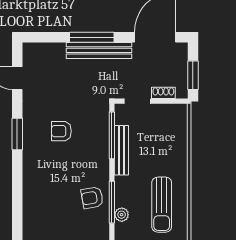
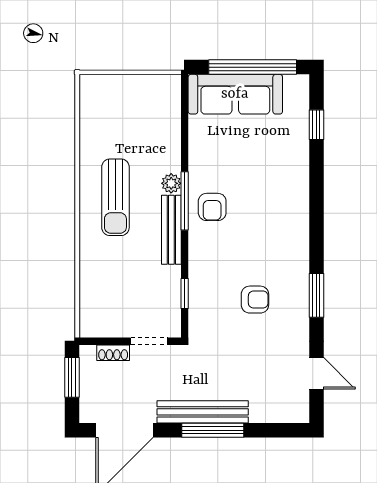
window: (112, 135) -> (185, 293), width x0.46
bench: (121, 150) -> (171, 230), moved
armchair: (92, 198) -> (212, 207), turned 100
sun lounger: (162, 205) -> (115, 197), turned 180

